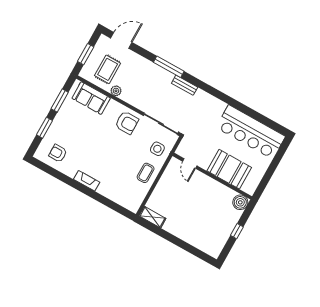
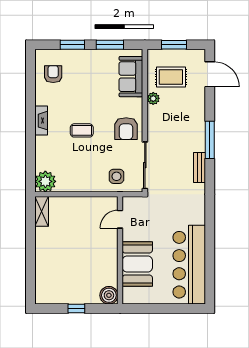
coffee table: (146, 173) -> (82, 130), moved
plant: (132, 202) -> (45, 181), added

